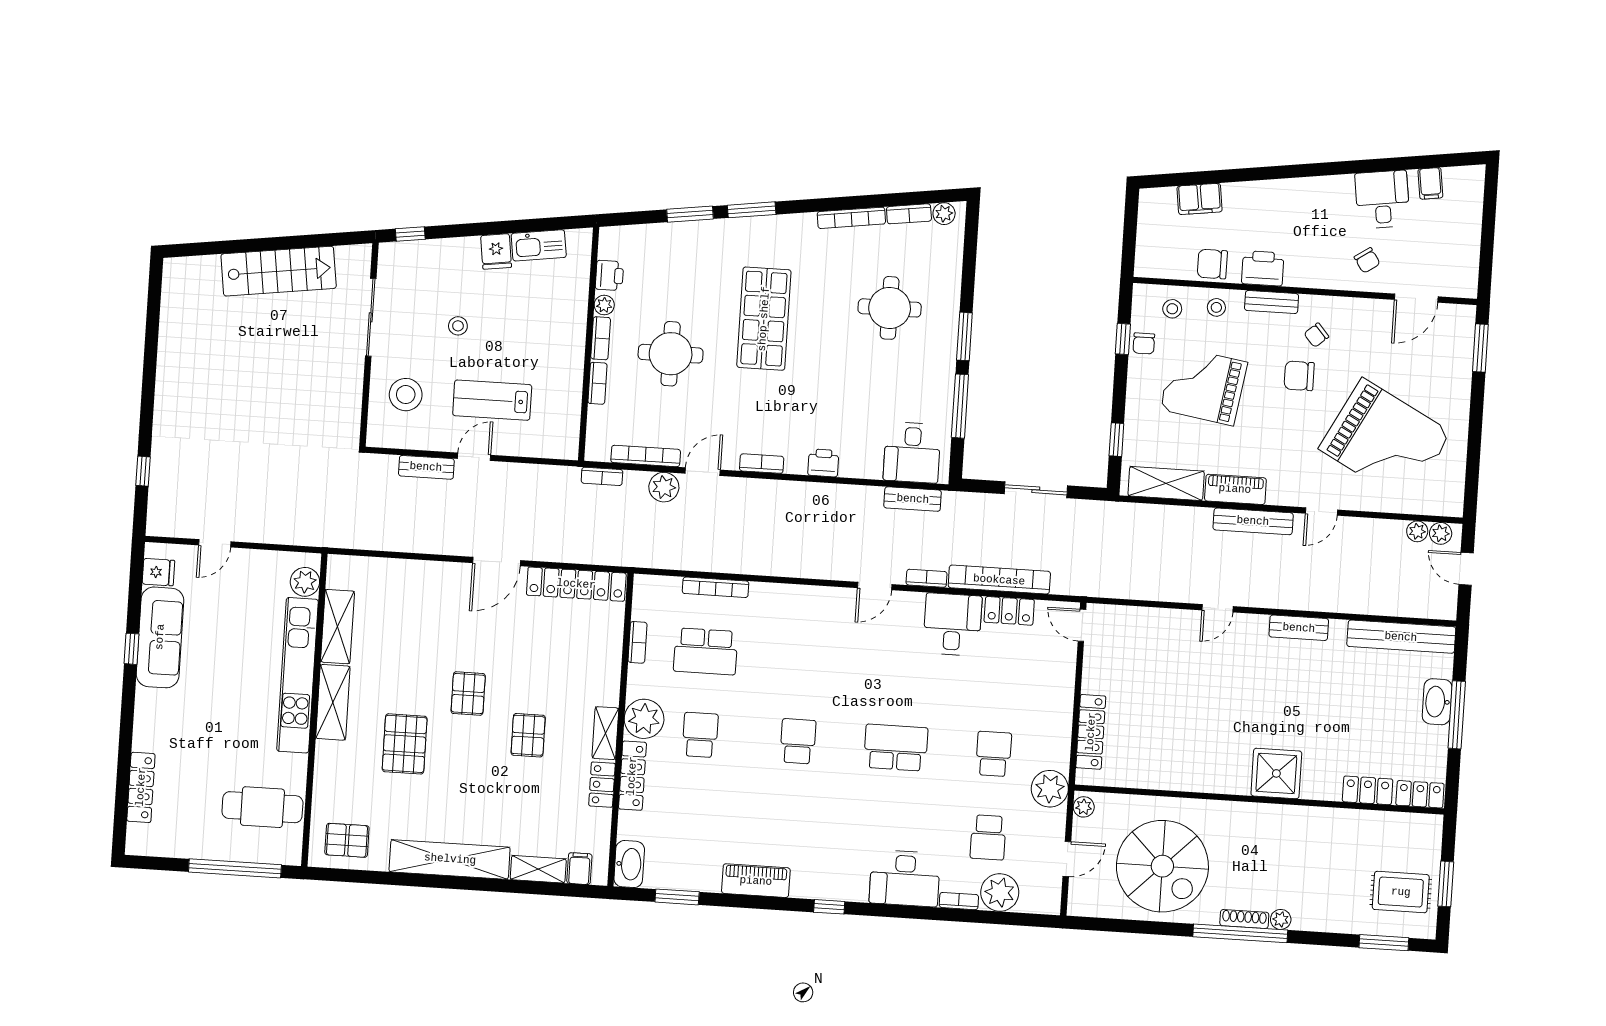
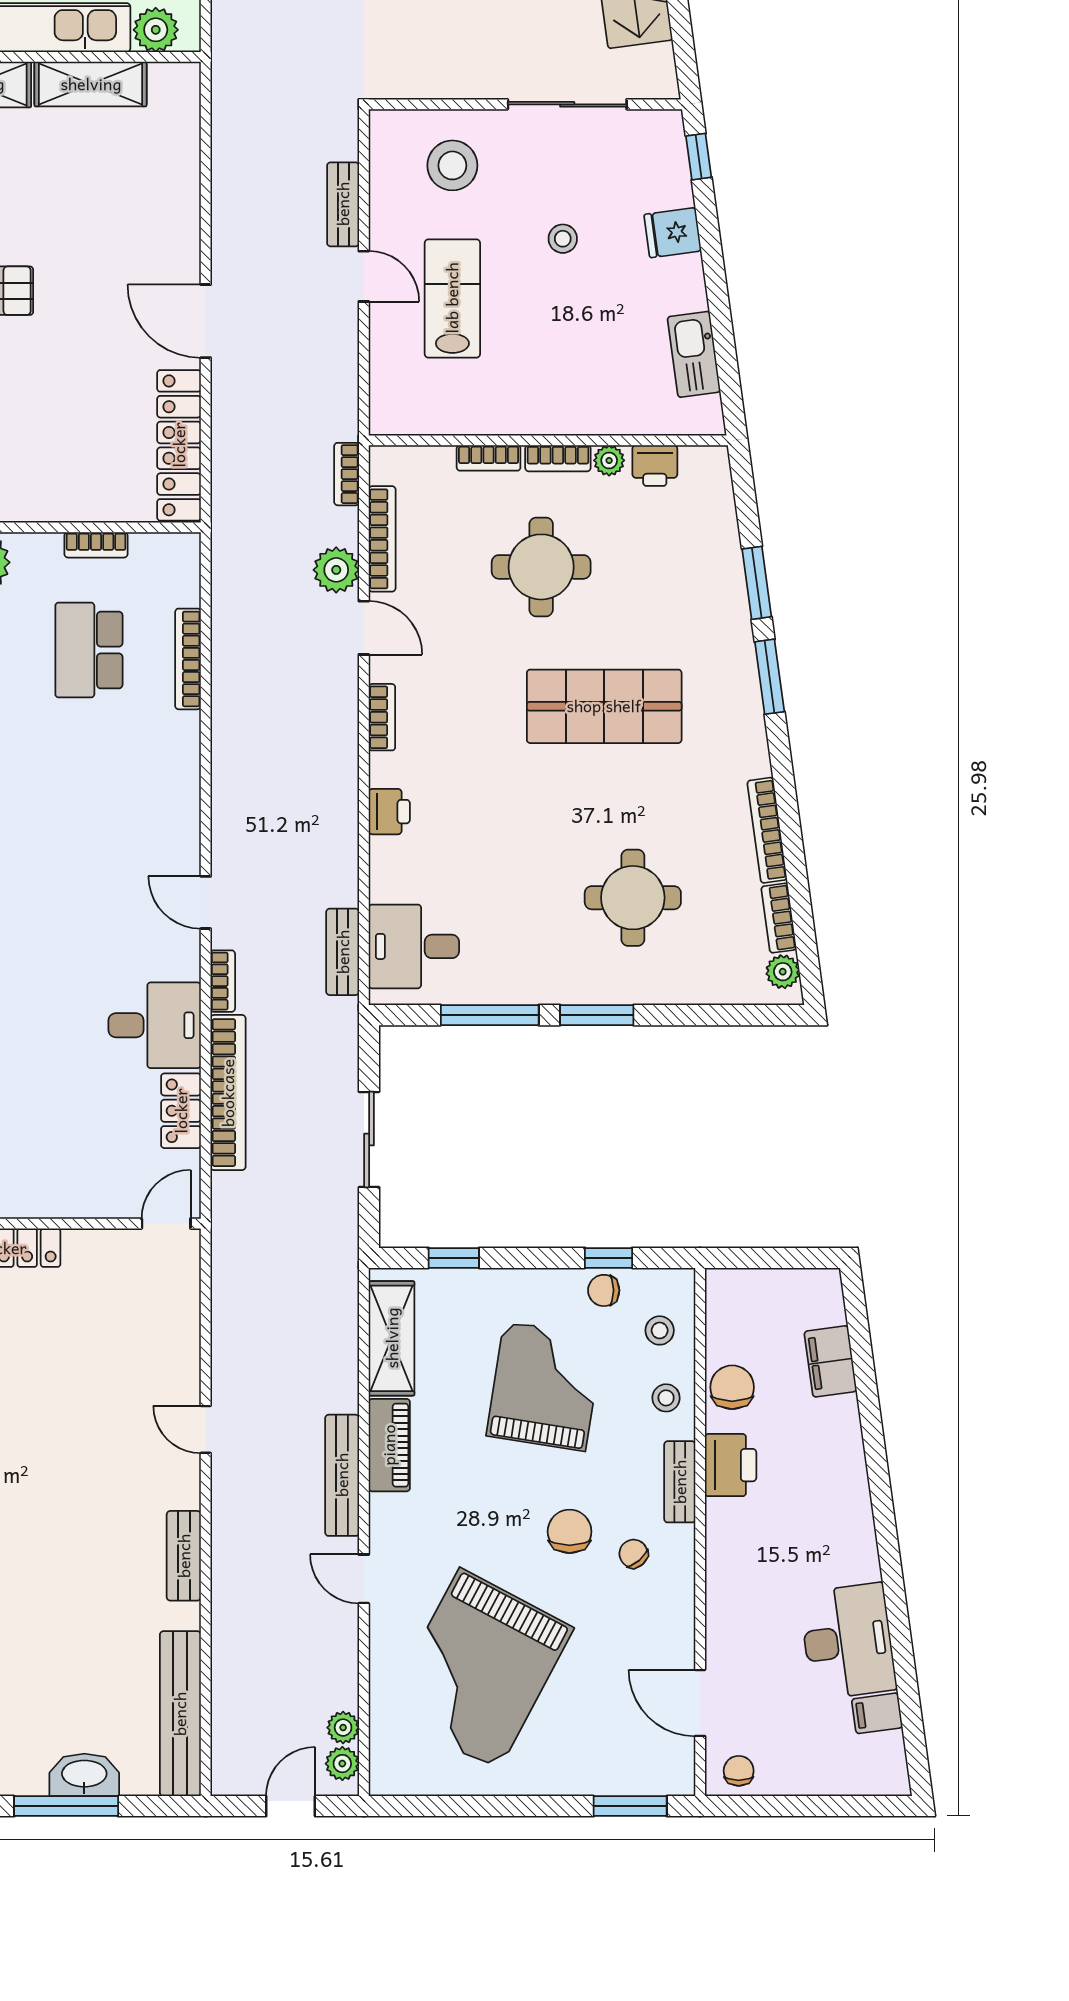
desk: (1382, 199) -> (848, 1641), width x1.37
fridge: (496, 251) -> (673, 233), moved
chair: (1367, 260) -> (739, 1771), moved, turned 124

